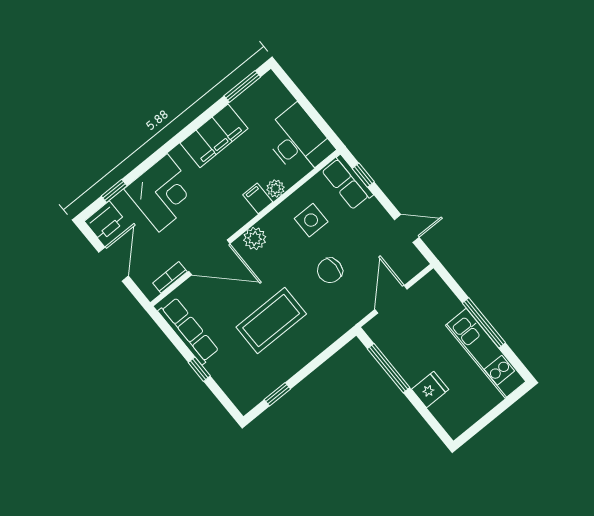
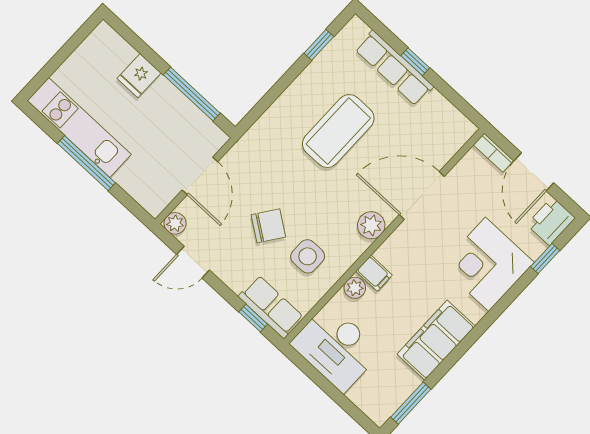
plant: (417, 263) -> (175, 223), added
chair: (330, 270) -> (268, 226), moved, turned 35
bookcase: (170, 277) -> (493, 153), moved, turned 90
row of seats: (188, 331) -> (394, 68), moved

